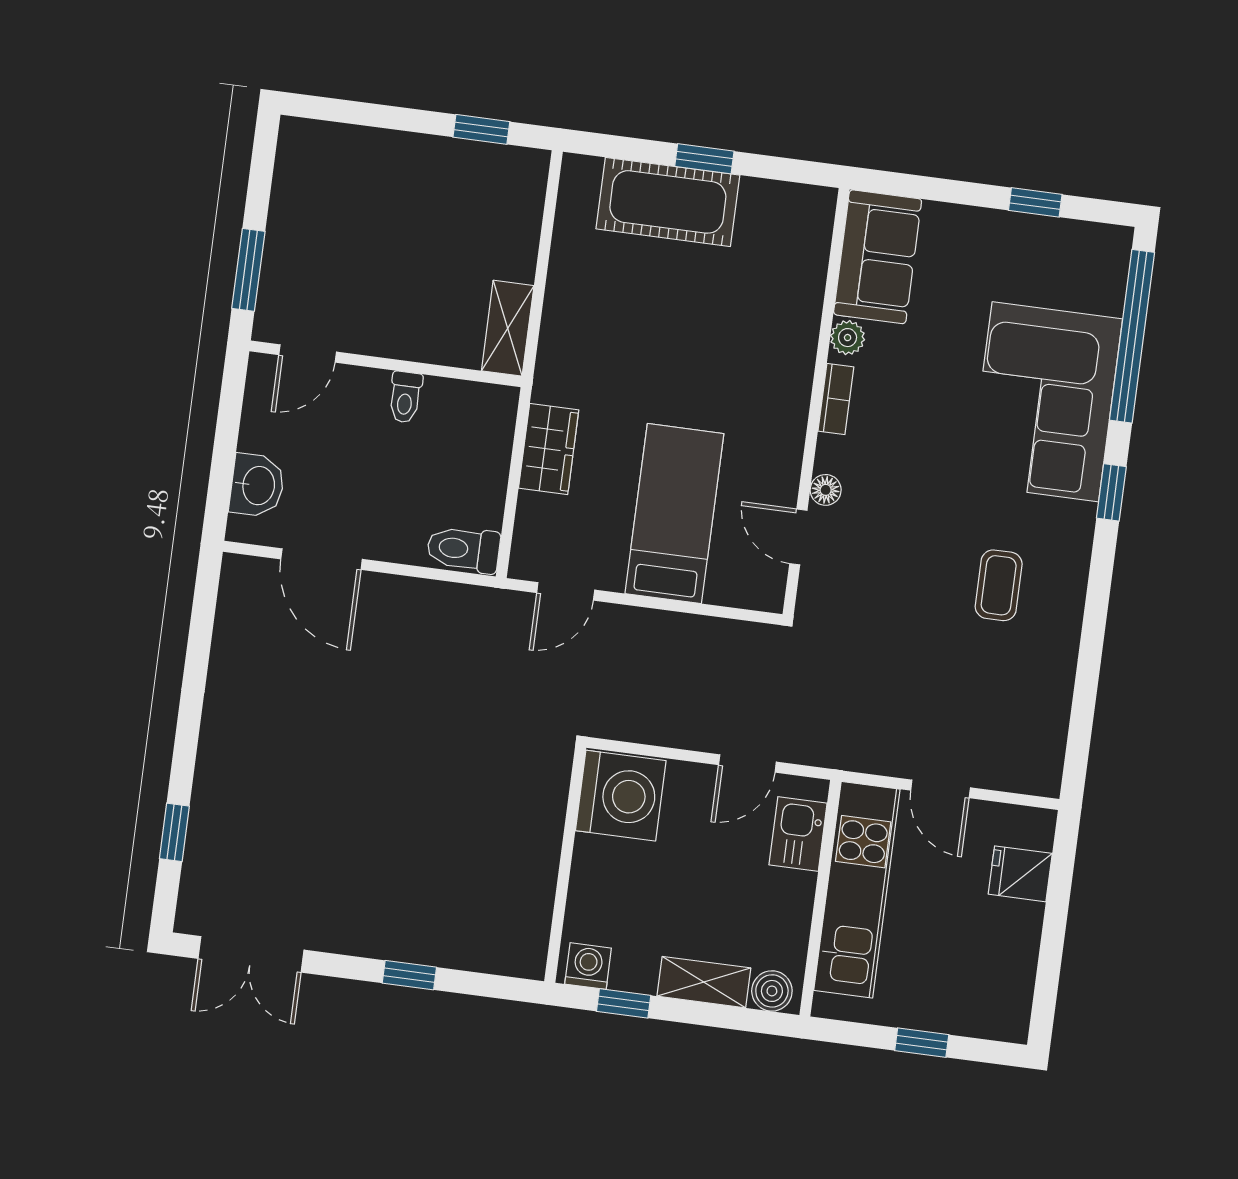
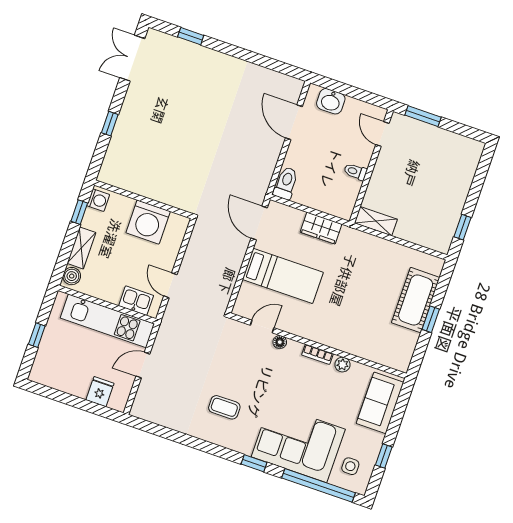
sofa: (878, 257) -> (380, 403), moved, turned 90
side table: (1074, 273) -> (350, 466), added
door: (322, 559) -> (294, 122), hinge flipped
door: (566, 591) -> (259, 223), width x1.38
washing machine: (621, 796) -> (148, 222), moved

